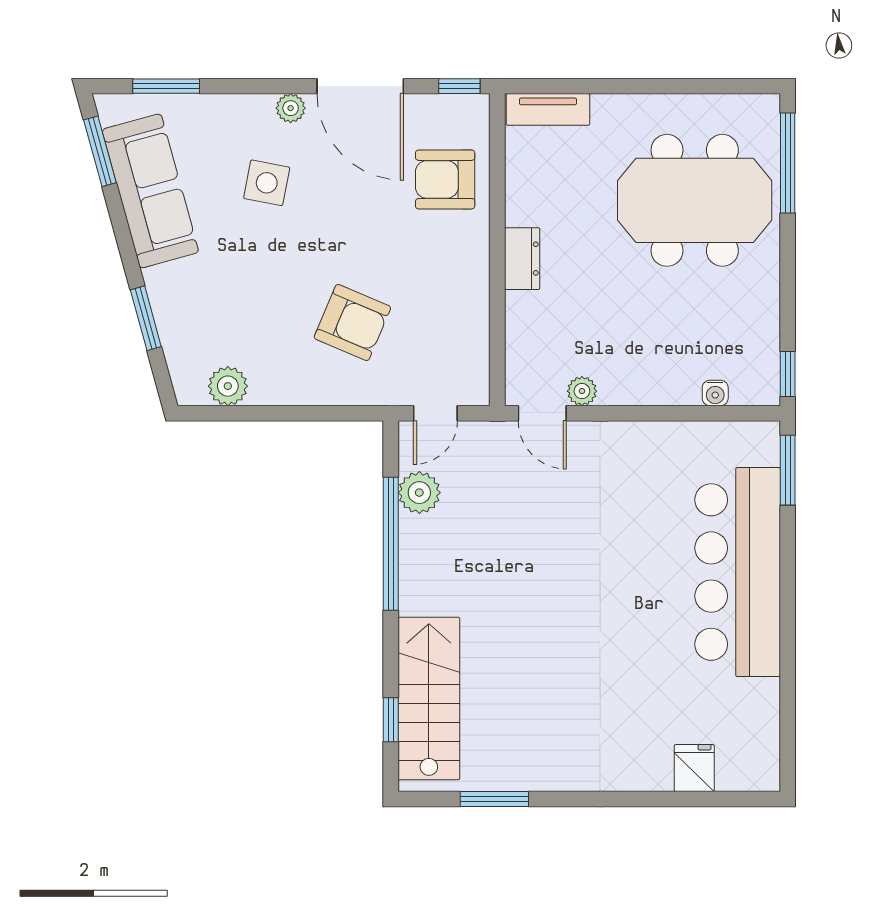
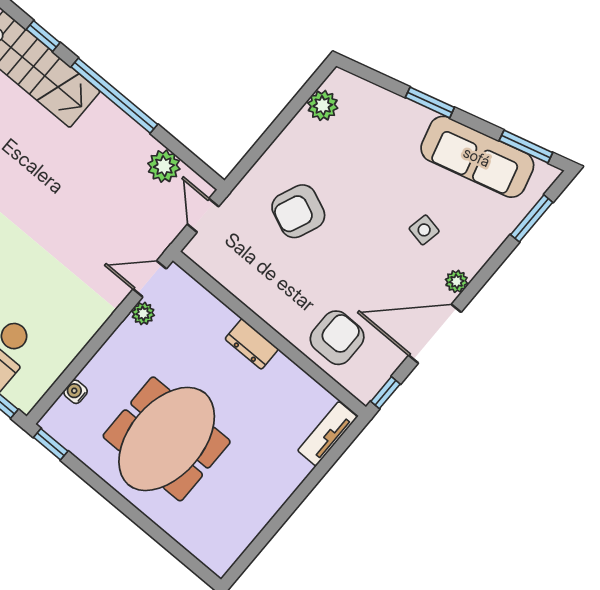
window: (788, 163) -> (176, 549), removed
side table: (267, 183) -> (424, 230), width x0.73, depth x0.73
meeting table: (695, 200) -> (167, 439), moved
window: (146, 318) -> (430, 102), moved
window: (391, 544) -> (114, 96), moved

